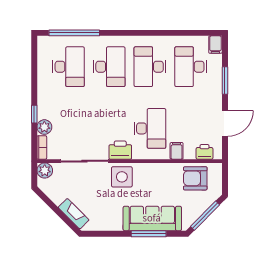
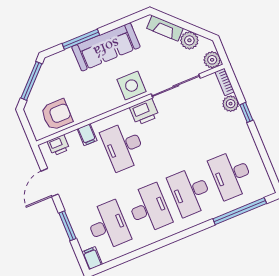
plant: (57, 195) -> (189, 40), added
sofa: (152, 218) -> (106, 47), moved

